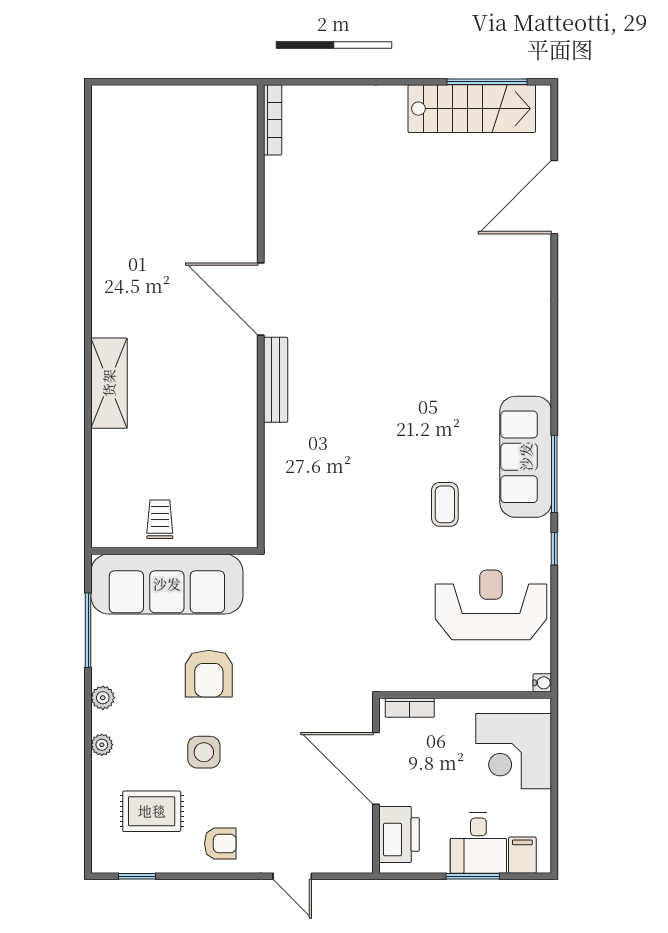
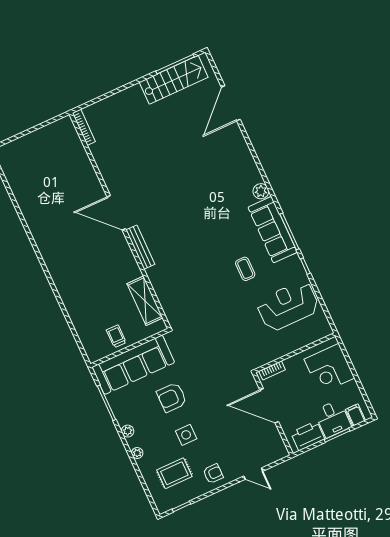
plant: (536, 379) -> (261, 191), added
shelving: (109, 383) -> (145, 301), moved
armchair: (209, 674) -> (172, 397), turned 90
water cooler: (542, 683) -> (328, 331), removed
printer: (399, 834) -> (308, 436), moved, turned -90

